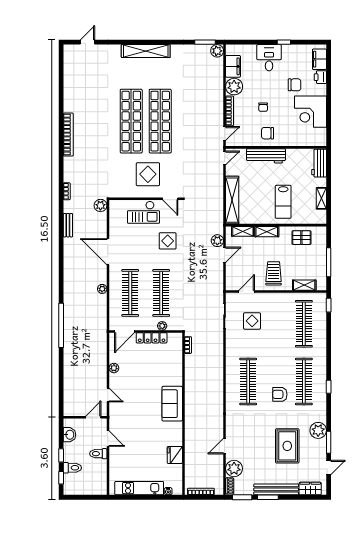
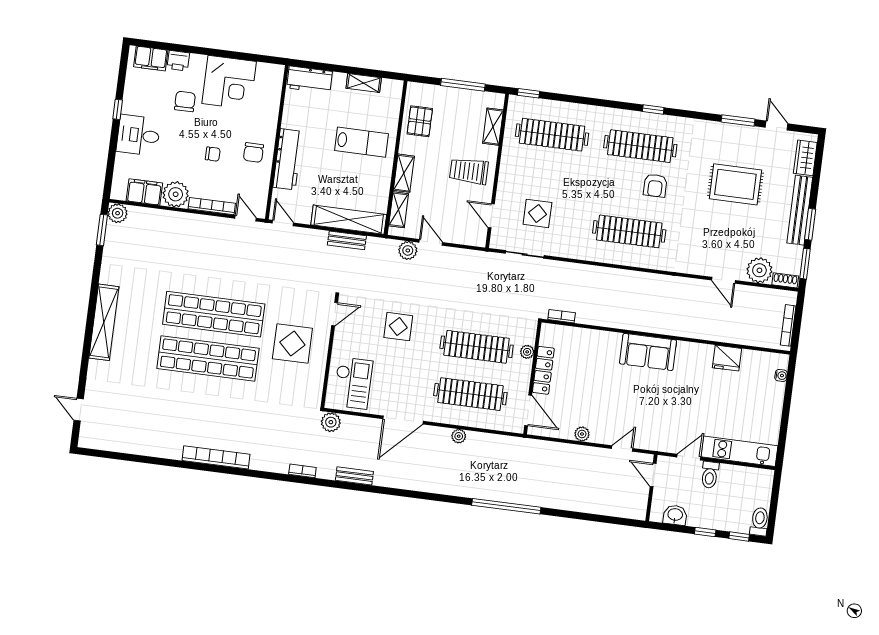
bench: (219, 201) -> (347, 240), added
checkout: (144, 212) -> (353, 383), moved
plant: (318, 430) -> (718, 134), removed
toilet: (72, 468) -> (759, 522), moved
kitchen unit: (139, 488) -> (739, 451), moved, turned 90

